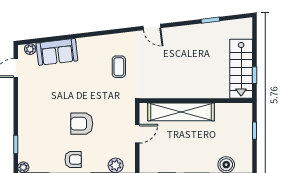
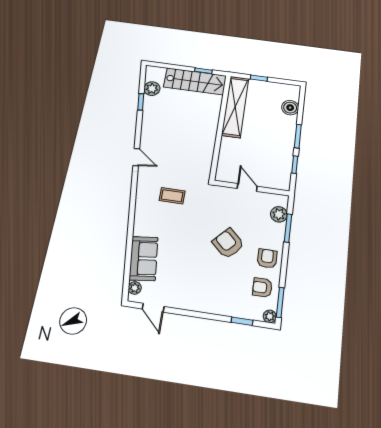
door: (152, 27) -> (136, 157), hinge flipped
plant: (227, 28) -> (152, 89), added
shelving: (181, 112) -> (235, 107), moved
armchair: (82, 124) -> (228, 243), turned 133
armchair: (47, 158) -> (262, 288), added

